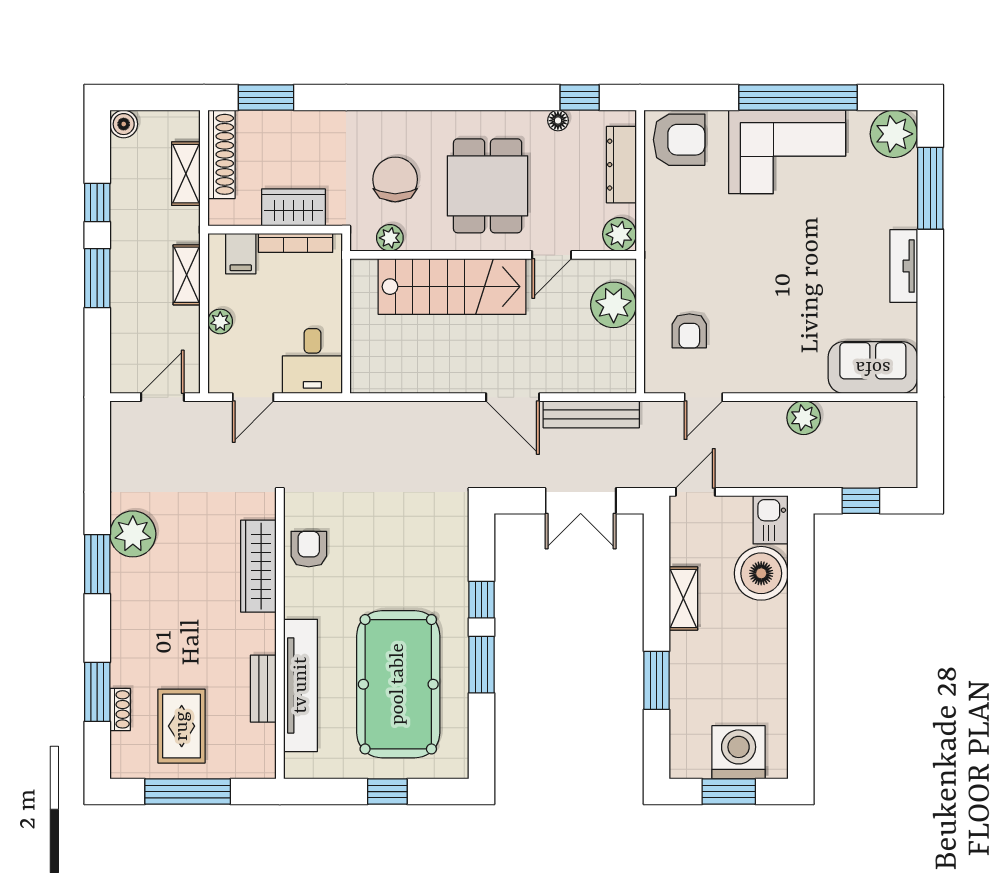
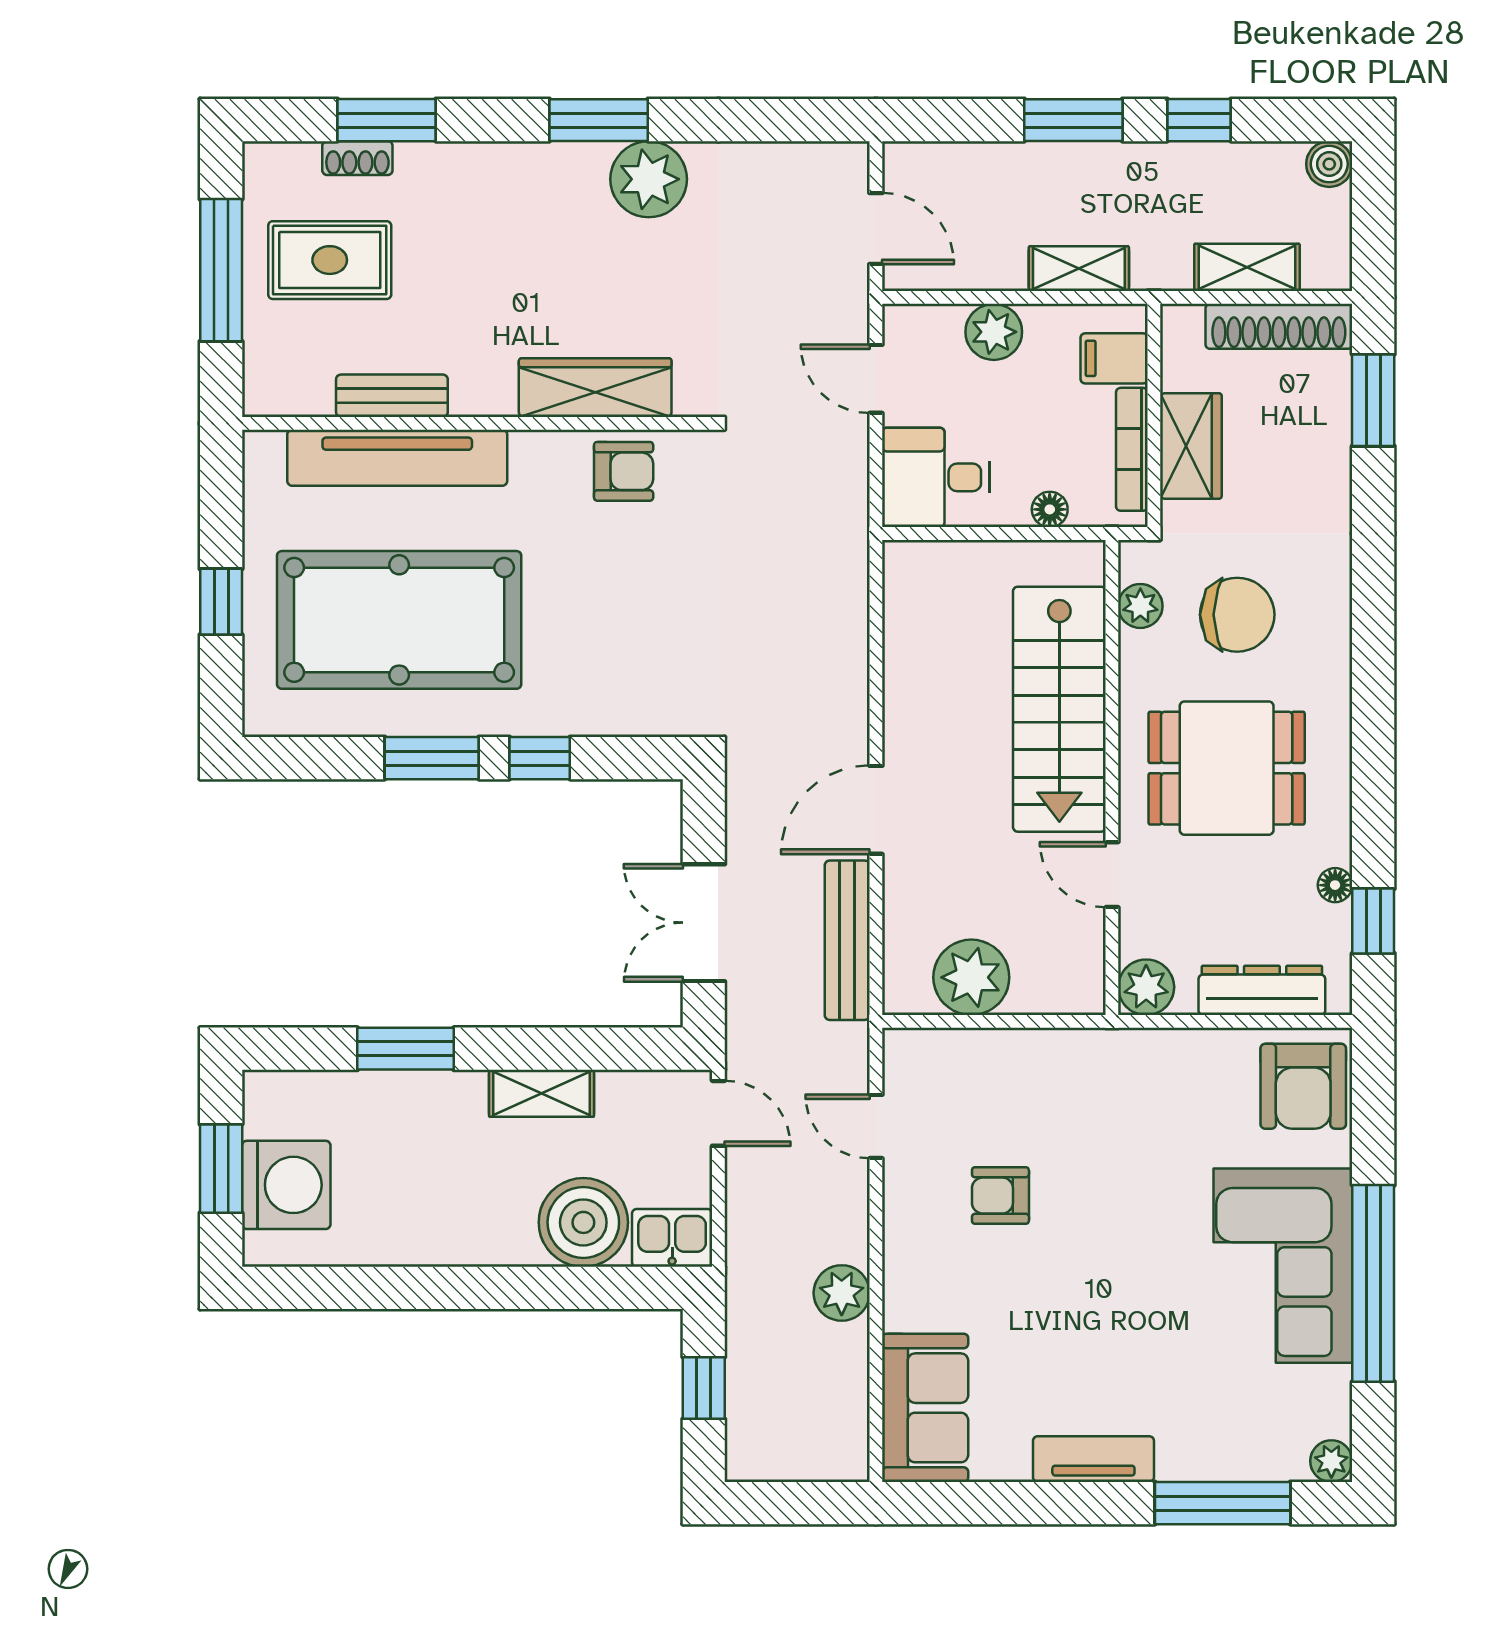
plant: (894, 134) -> (1331, 1461), width x0.53, depth x0.53
floor lamp: (332, 292) -> (1050, 509), added
plant: (614, 305) -> (971, 977), moved
plant: (220, 321) -> (994, 332), width x1.38, depth x1.38
armchair: (689, 331) -> (1000, 1196), moved

